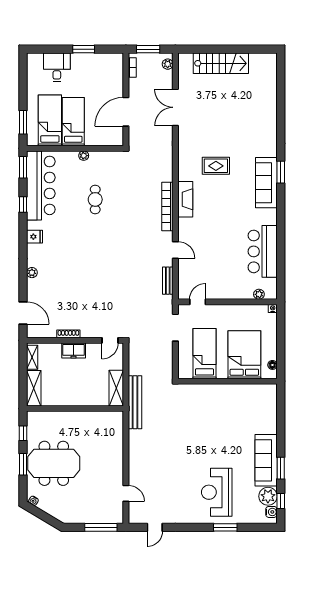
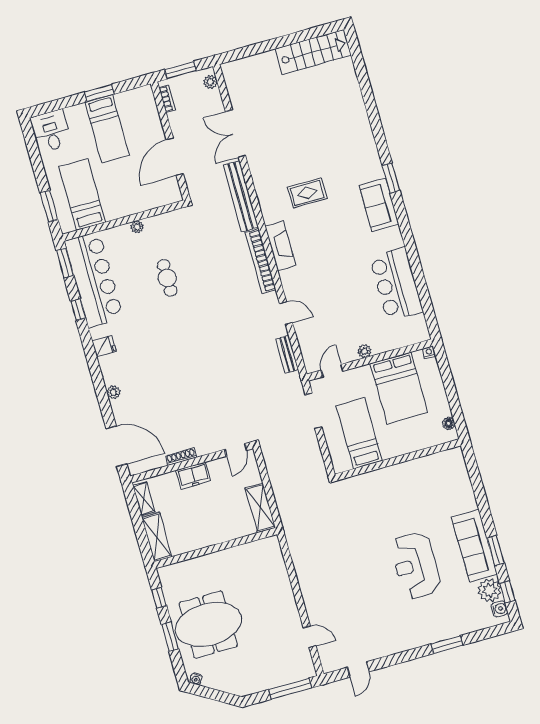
stairs: (221, 63) -> (313, 52), moved
desk: (57, 67) -> (51, 131), moved
bed: (73, 122) -> (107, 129), moved, turned 180
sofa: (266, 183) -> (379, 205), width x0.73
plant: (259, 294) -> (364, 351), moved
door: (23, 313) -> (116, 446), width x1.36
bed: (244, 355) -> (399, 388), moved, turned 180
bench: (135, 402) -> (241, 196), moved
reception desk: (217, 492) -> (415, 565), moved

